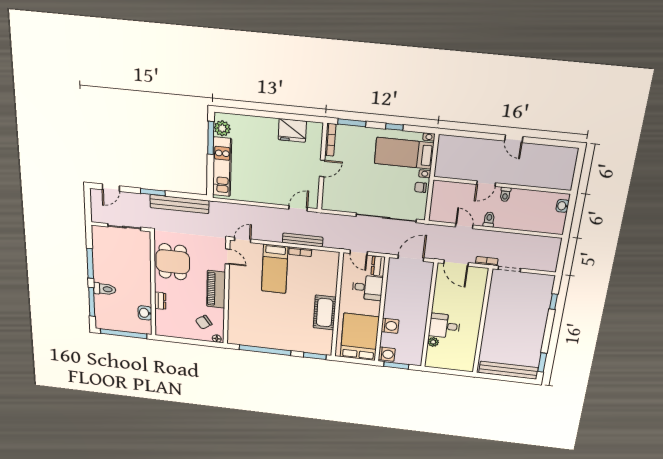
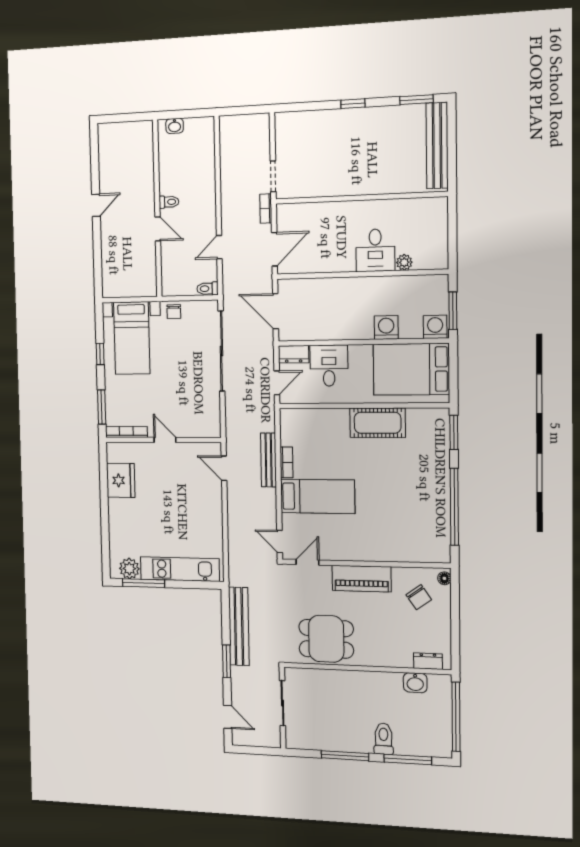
toilet: (489, 220) -> (207, 289), moved
dresser: (160, 301) -> (428, 661), moved
window: (554, 302) -> (353, 104), moved

